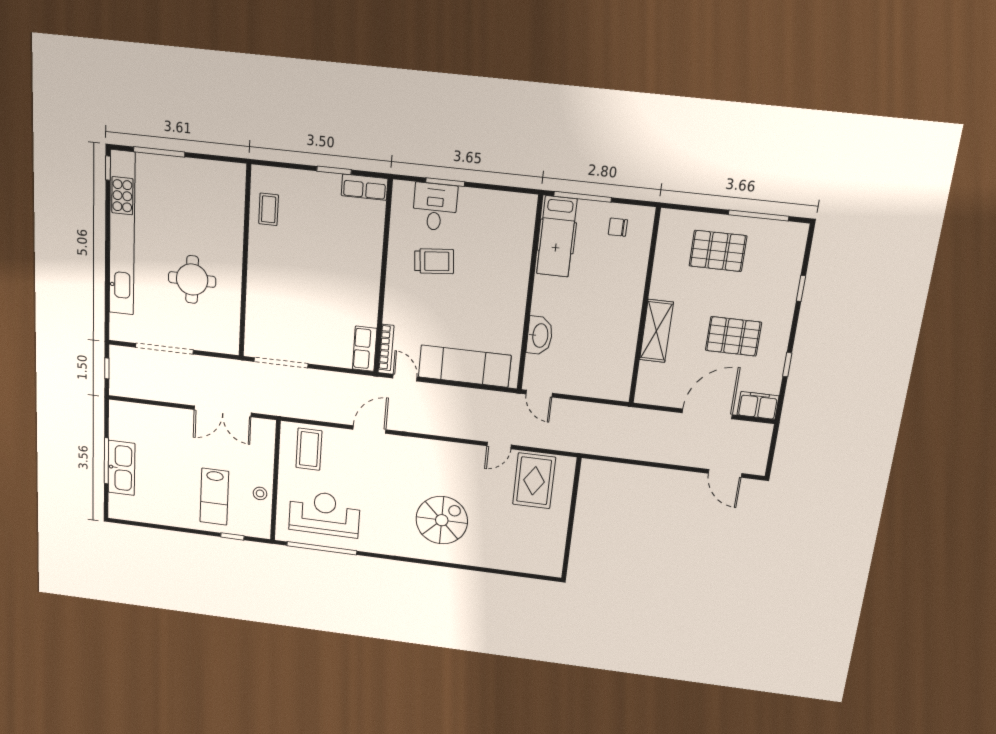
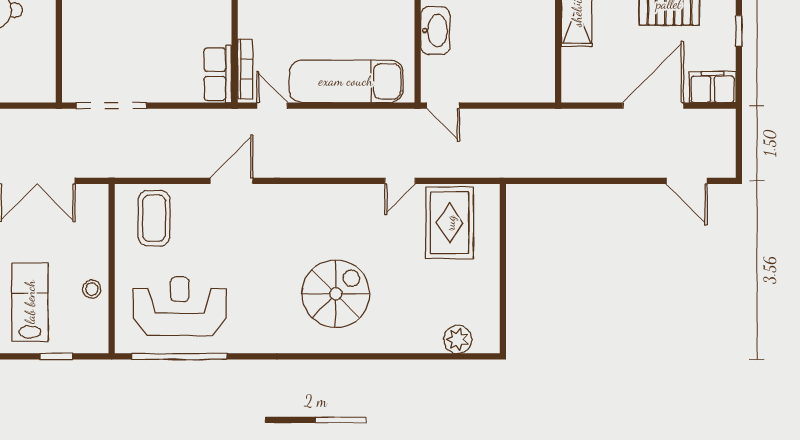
lab bench: (214, 497) -> (30, 302), turned 180
plant: (530, 564) -> (458, 339), added

